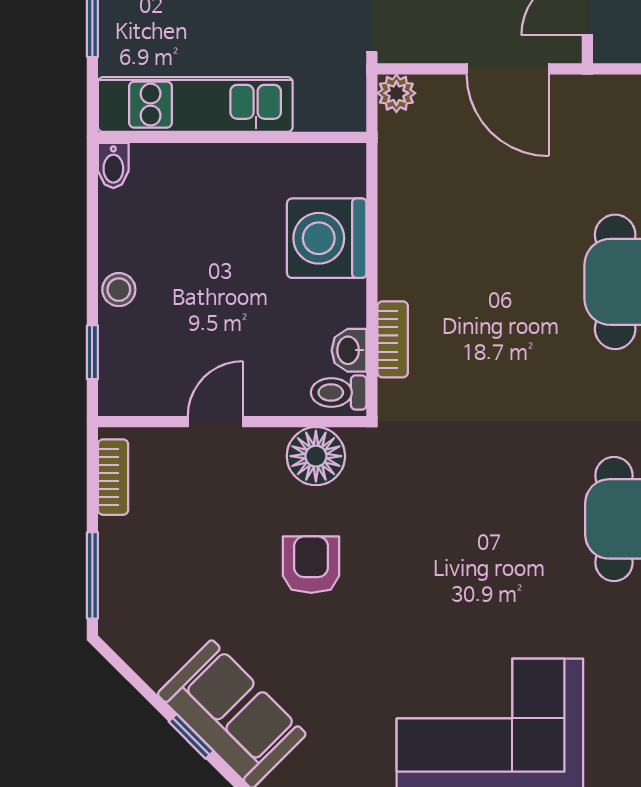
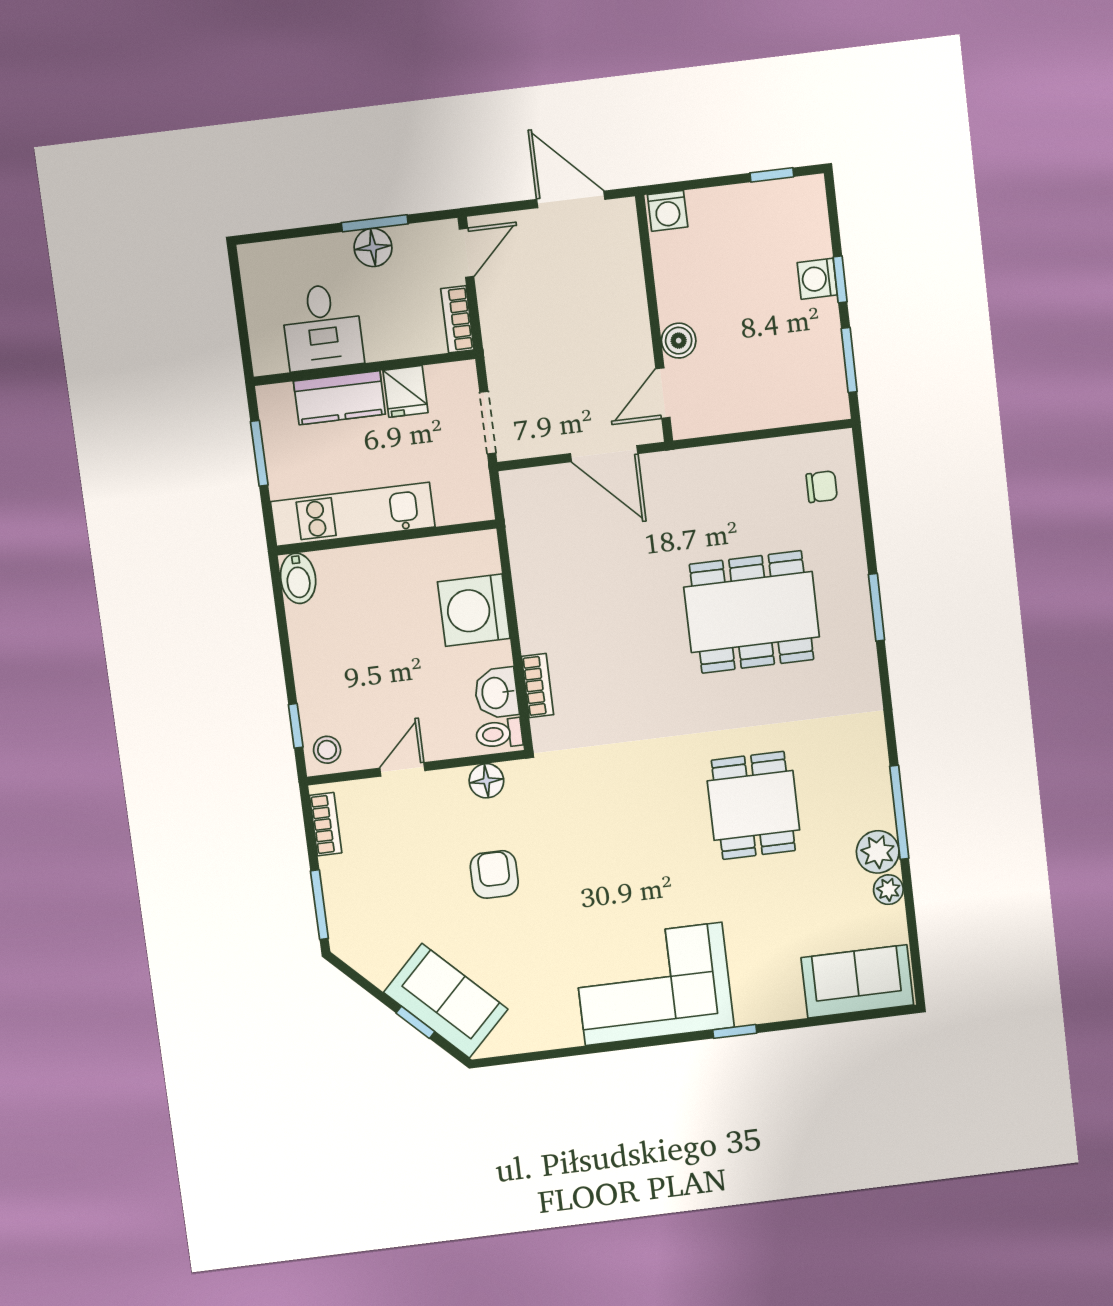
plant: (396, 93) -> (516, 485), removed
bidet: (113, 166) -> (298, 578), width x1.38, depth x1.36
stool: (119, 290) -> (327, 750), moved
washbasin: (349, 350) -> (496, 693), width x1.38, depth x1.45
floor lamp: (316, 456) -> (486, 781), width x0.73, depth x0.73

